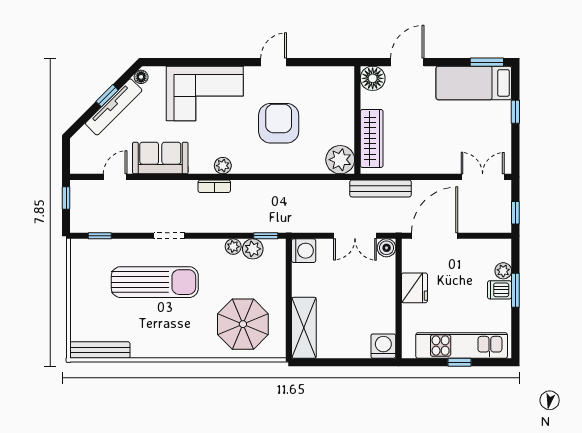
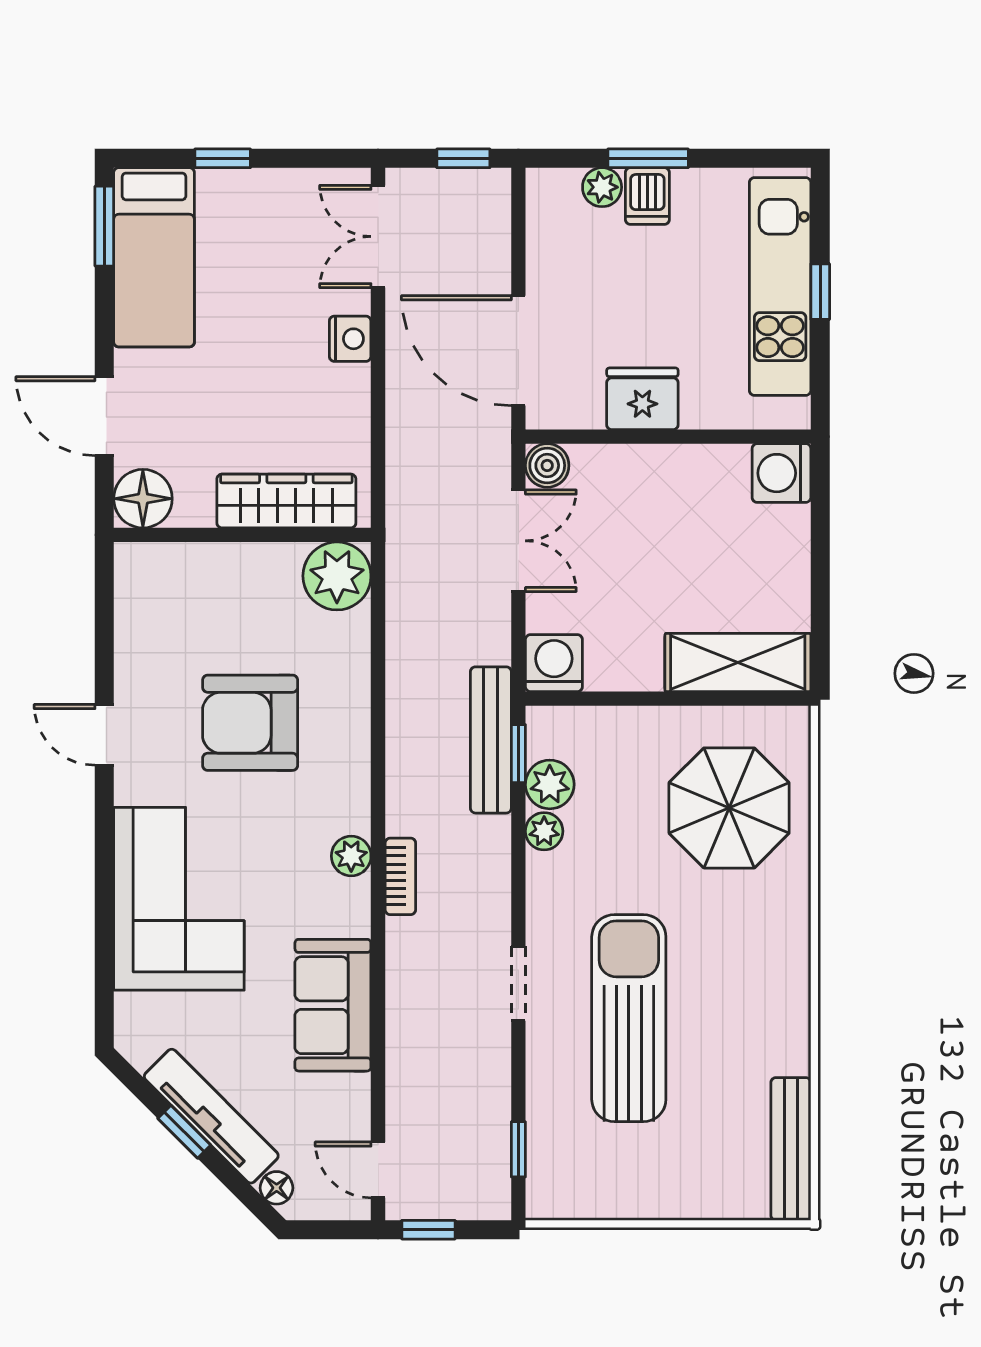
floor lamp: (141, 77) -> (277, 1188), moved
nightstand: (440, 165) -> (350, 339), added
door: (115, 177) -> (378, 1170), moved
bench: (381, 188) -> (491, 740), moved

